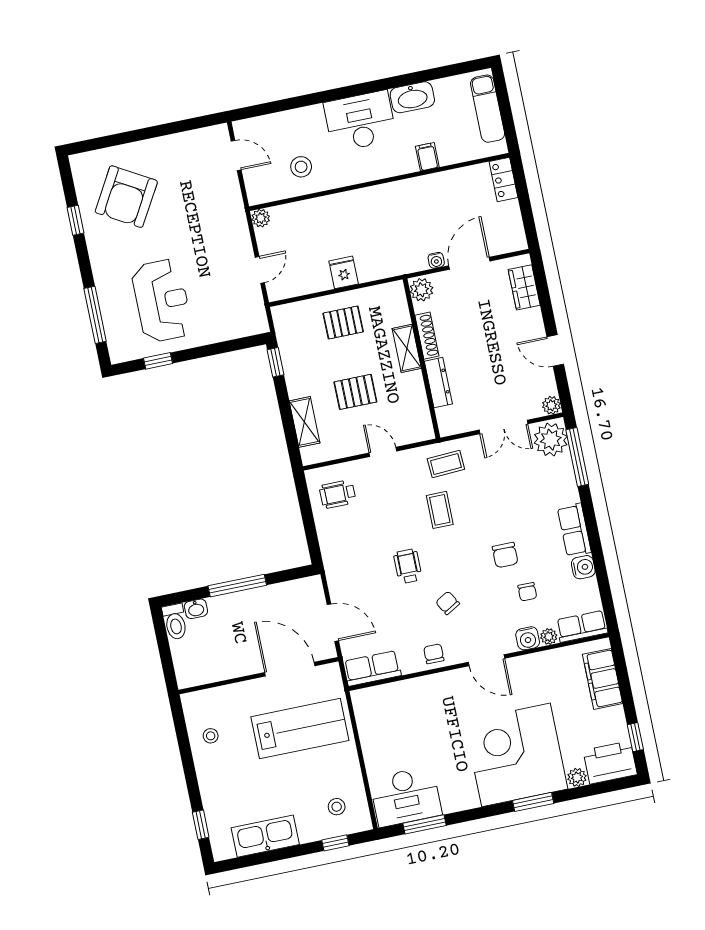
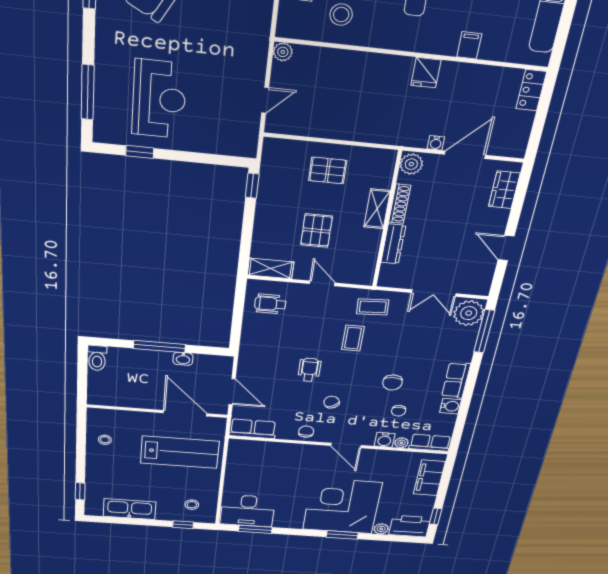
fridge: (344, 272) -> (426, 73), moved, turned 180
pallet: (355, 392) -> (317, 231), turned 90
plant: (551, 405) -> (482, 288), removed
shelving: (304, 422) -> (271, 269), moved, turned 90
washbasin: (196, 609) -> (183, 359), moved

